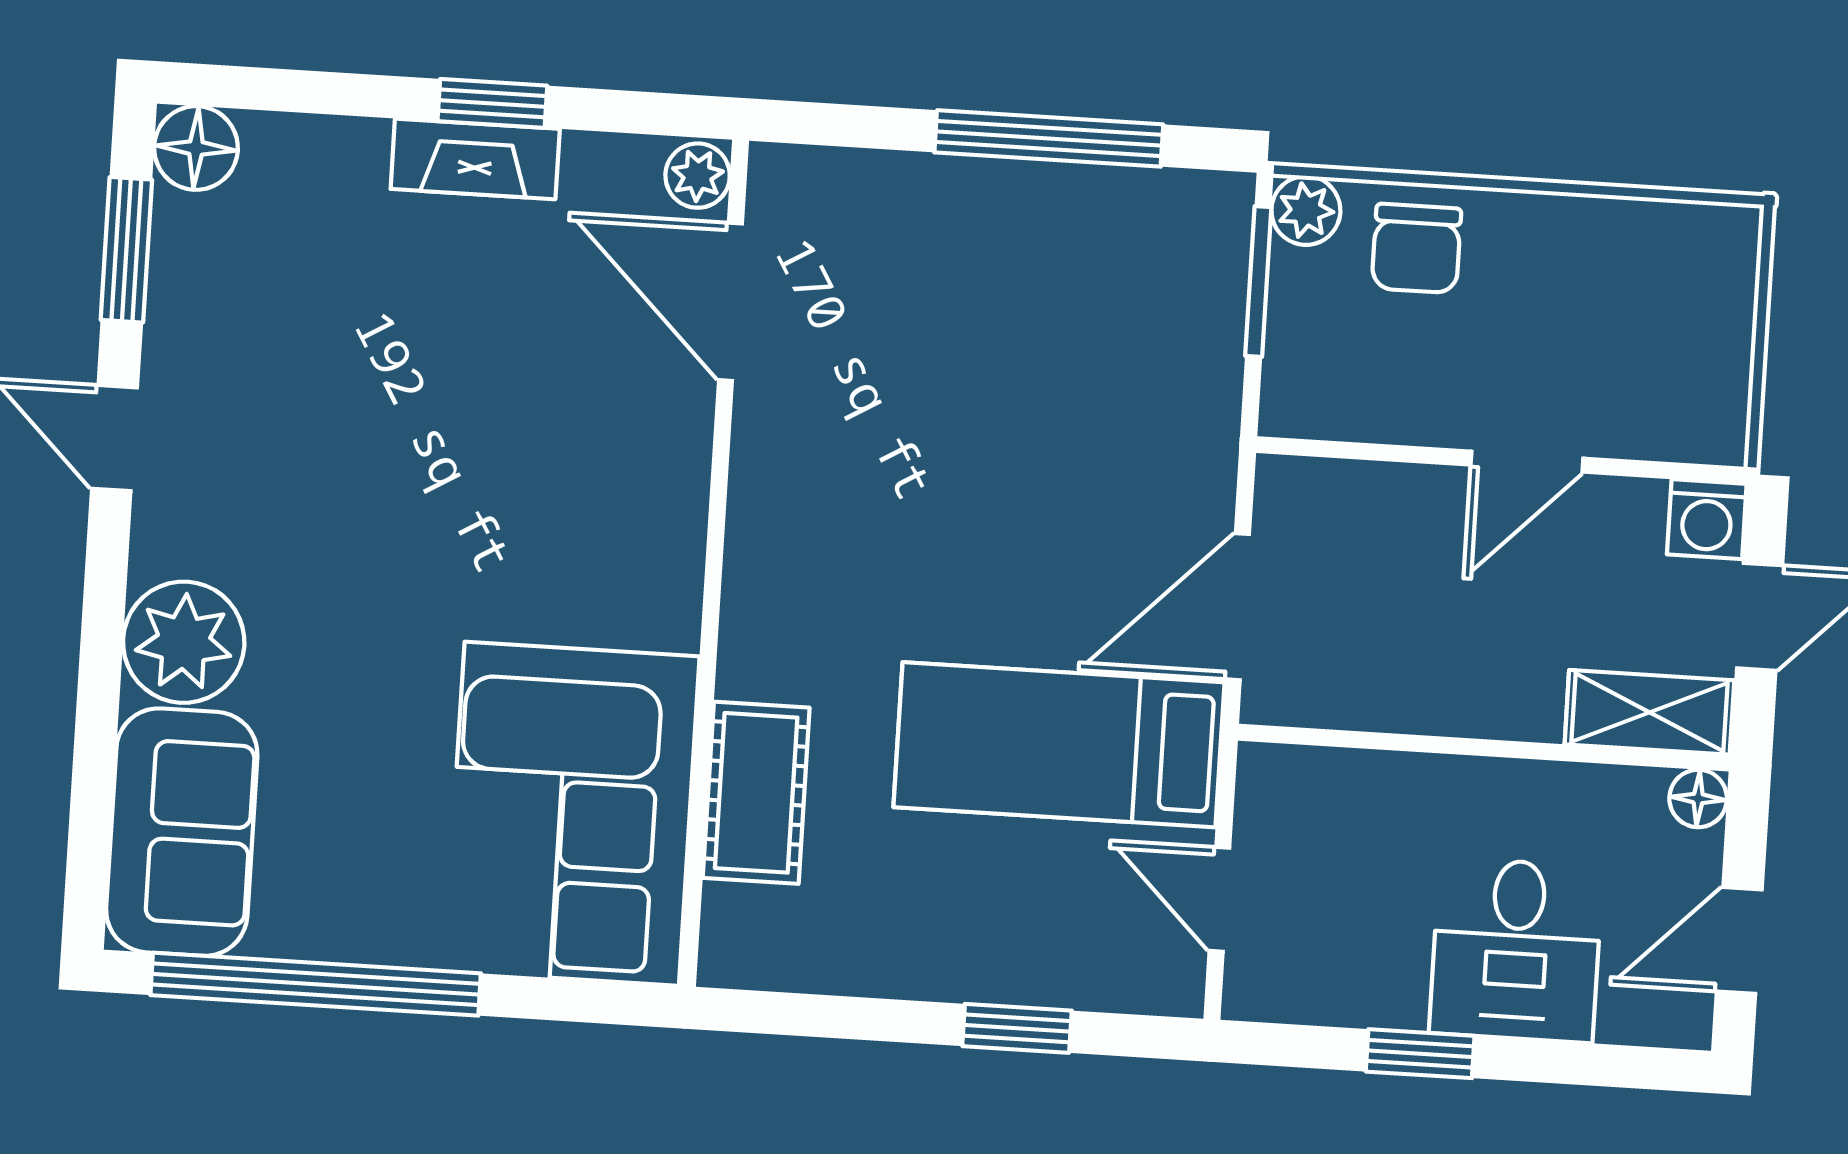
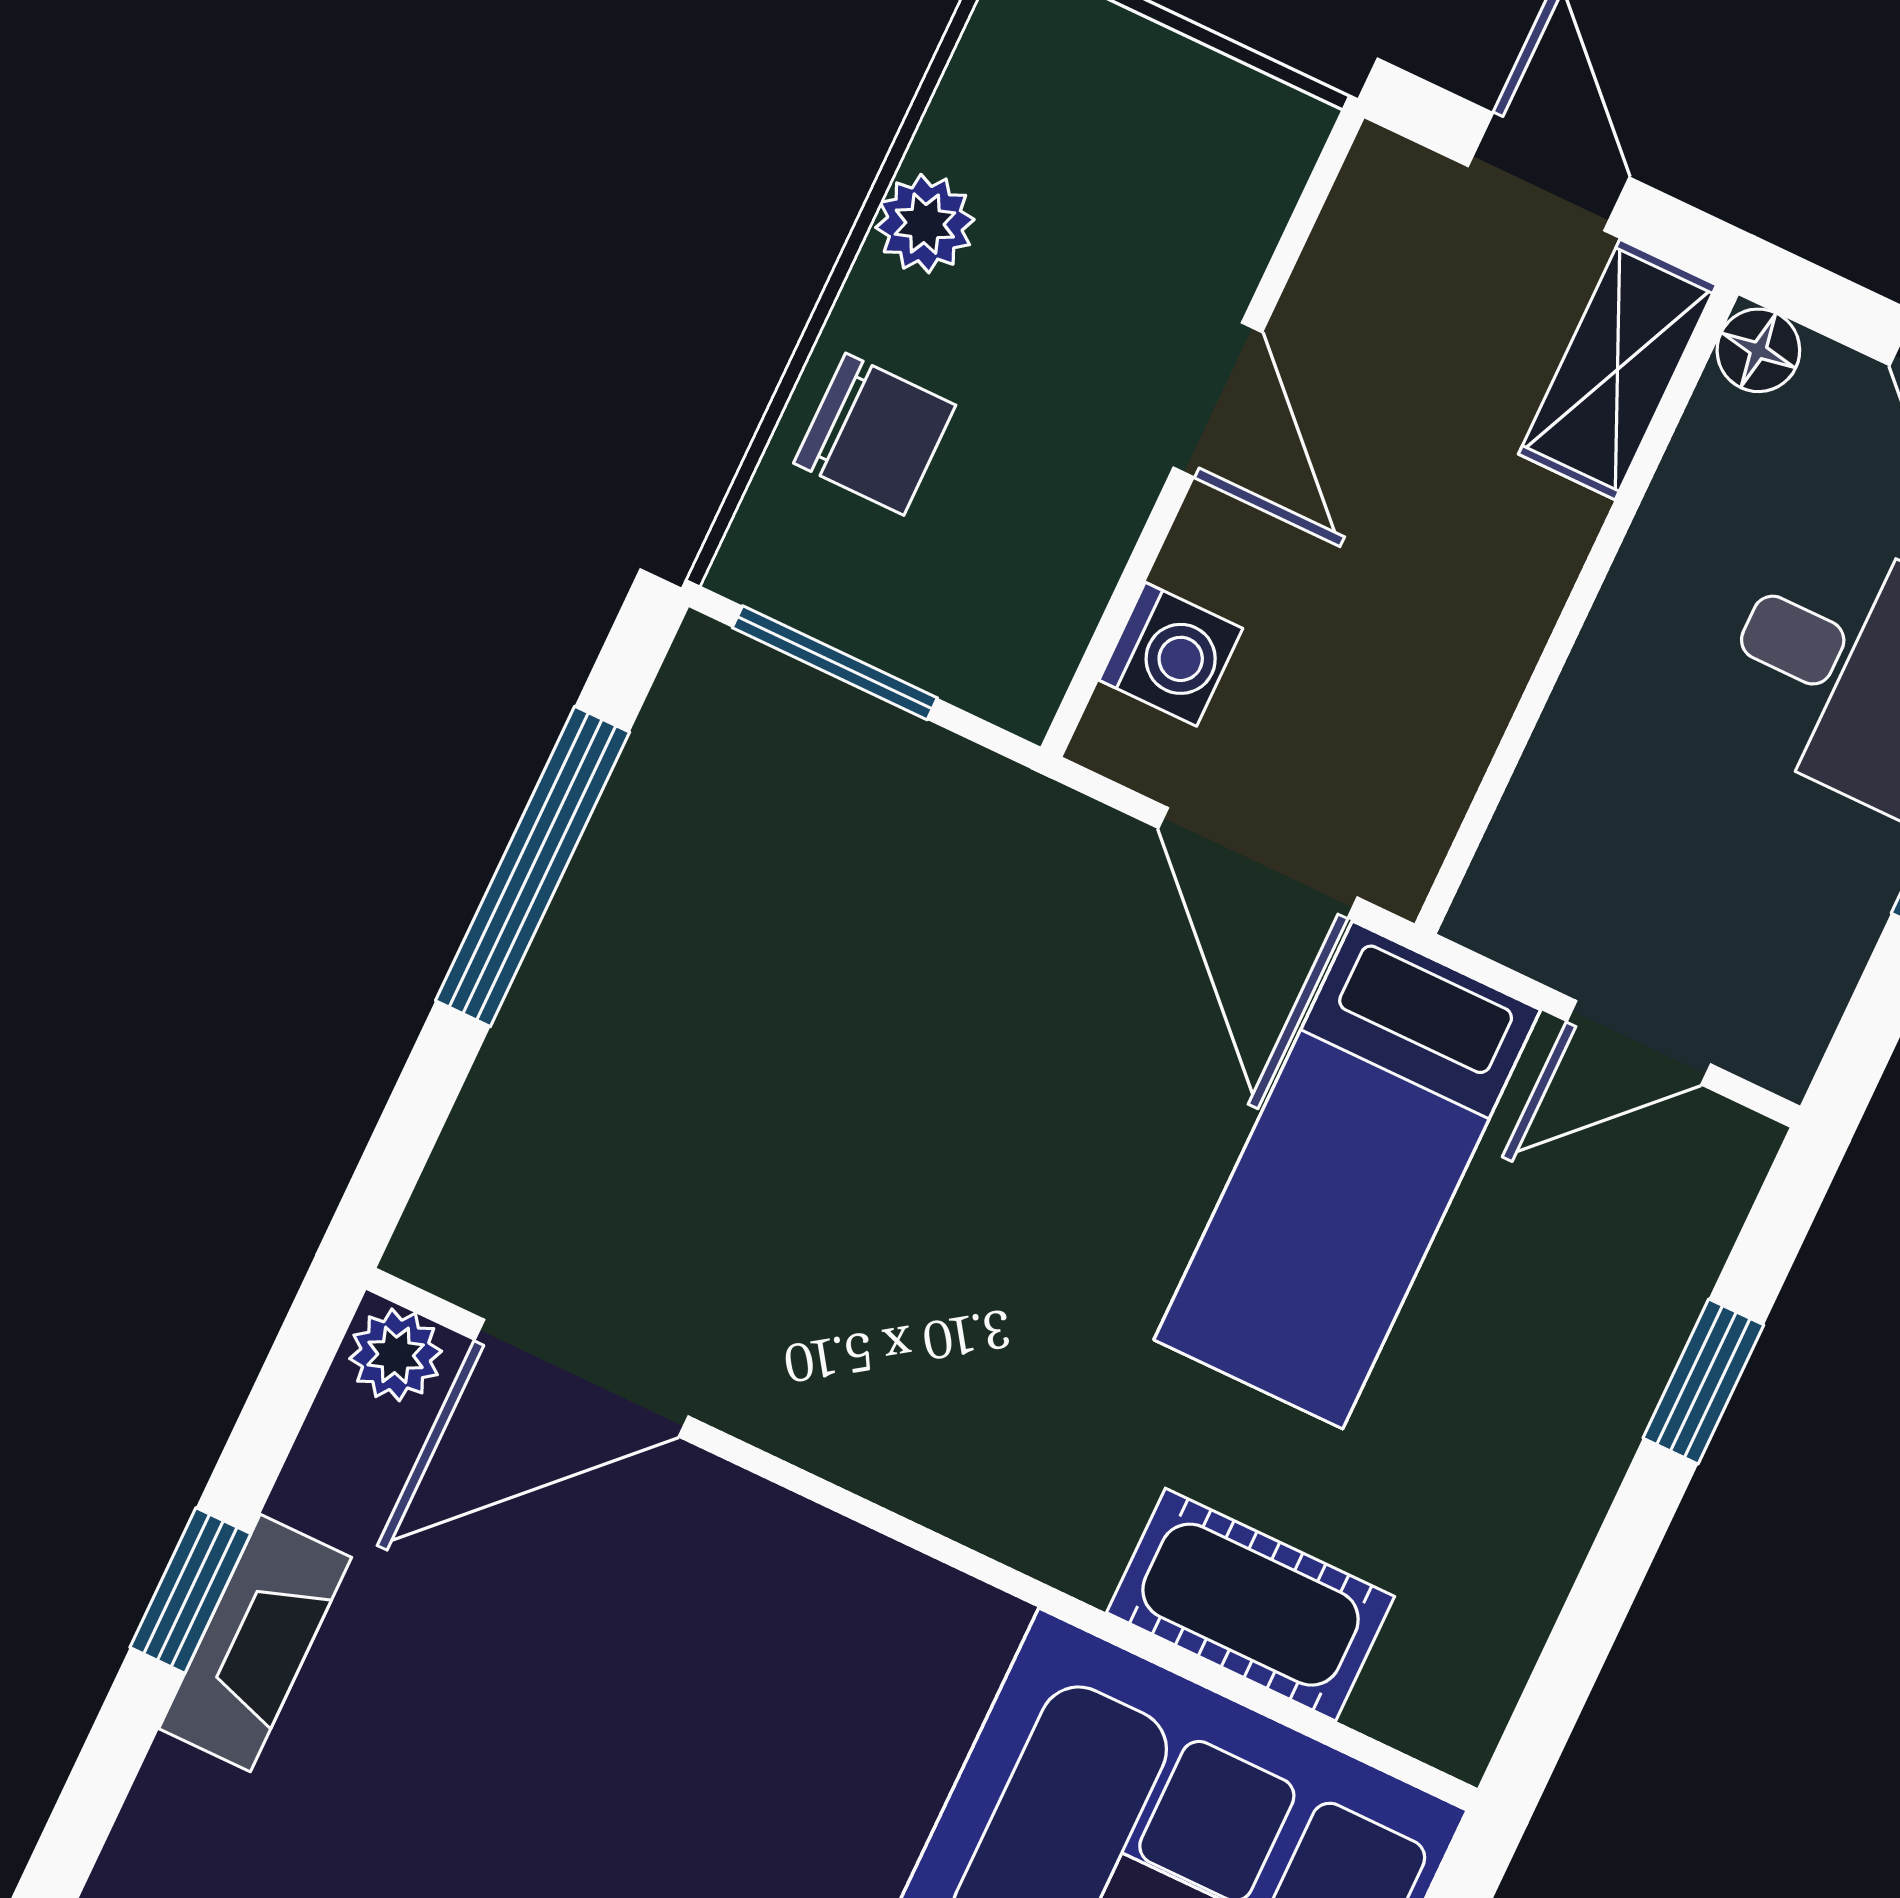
plant: (1306, 210) -> (925, 224), moved
washing machine: (1707, 519) -> (1171, 654), moved

